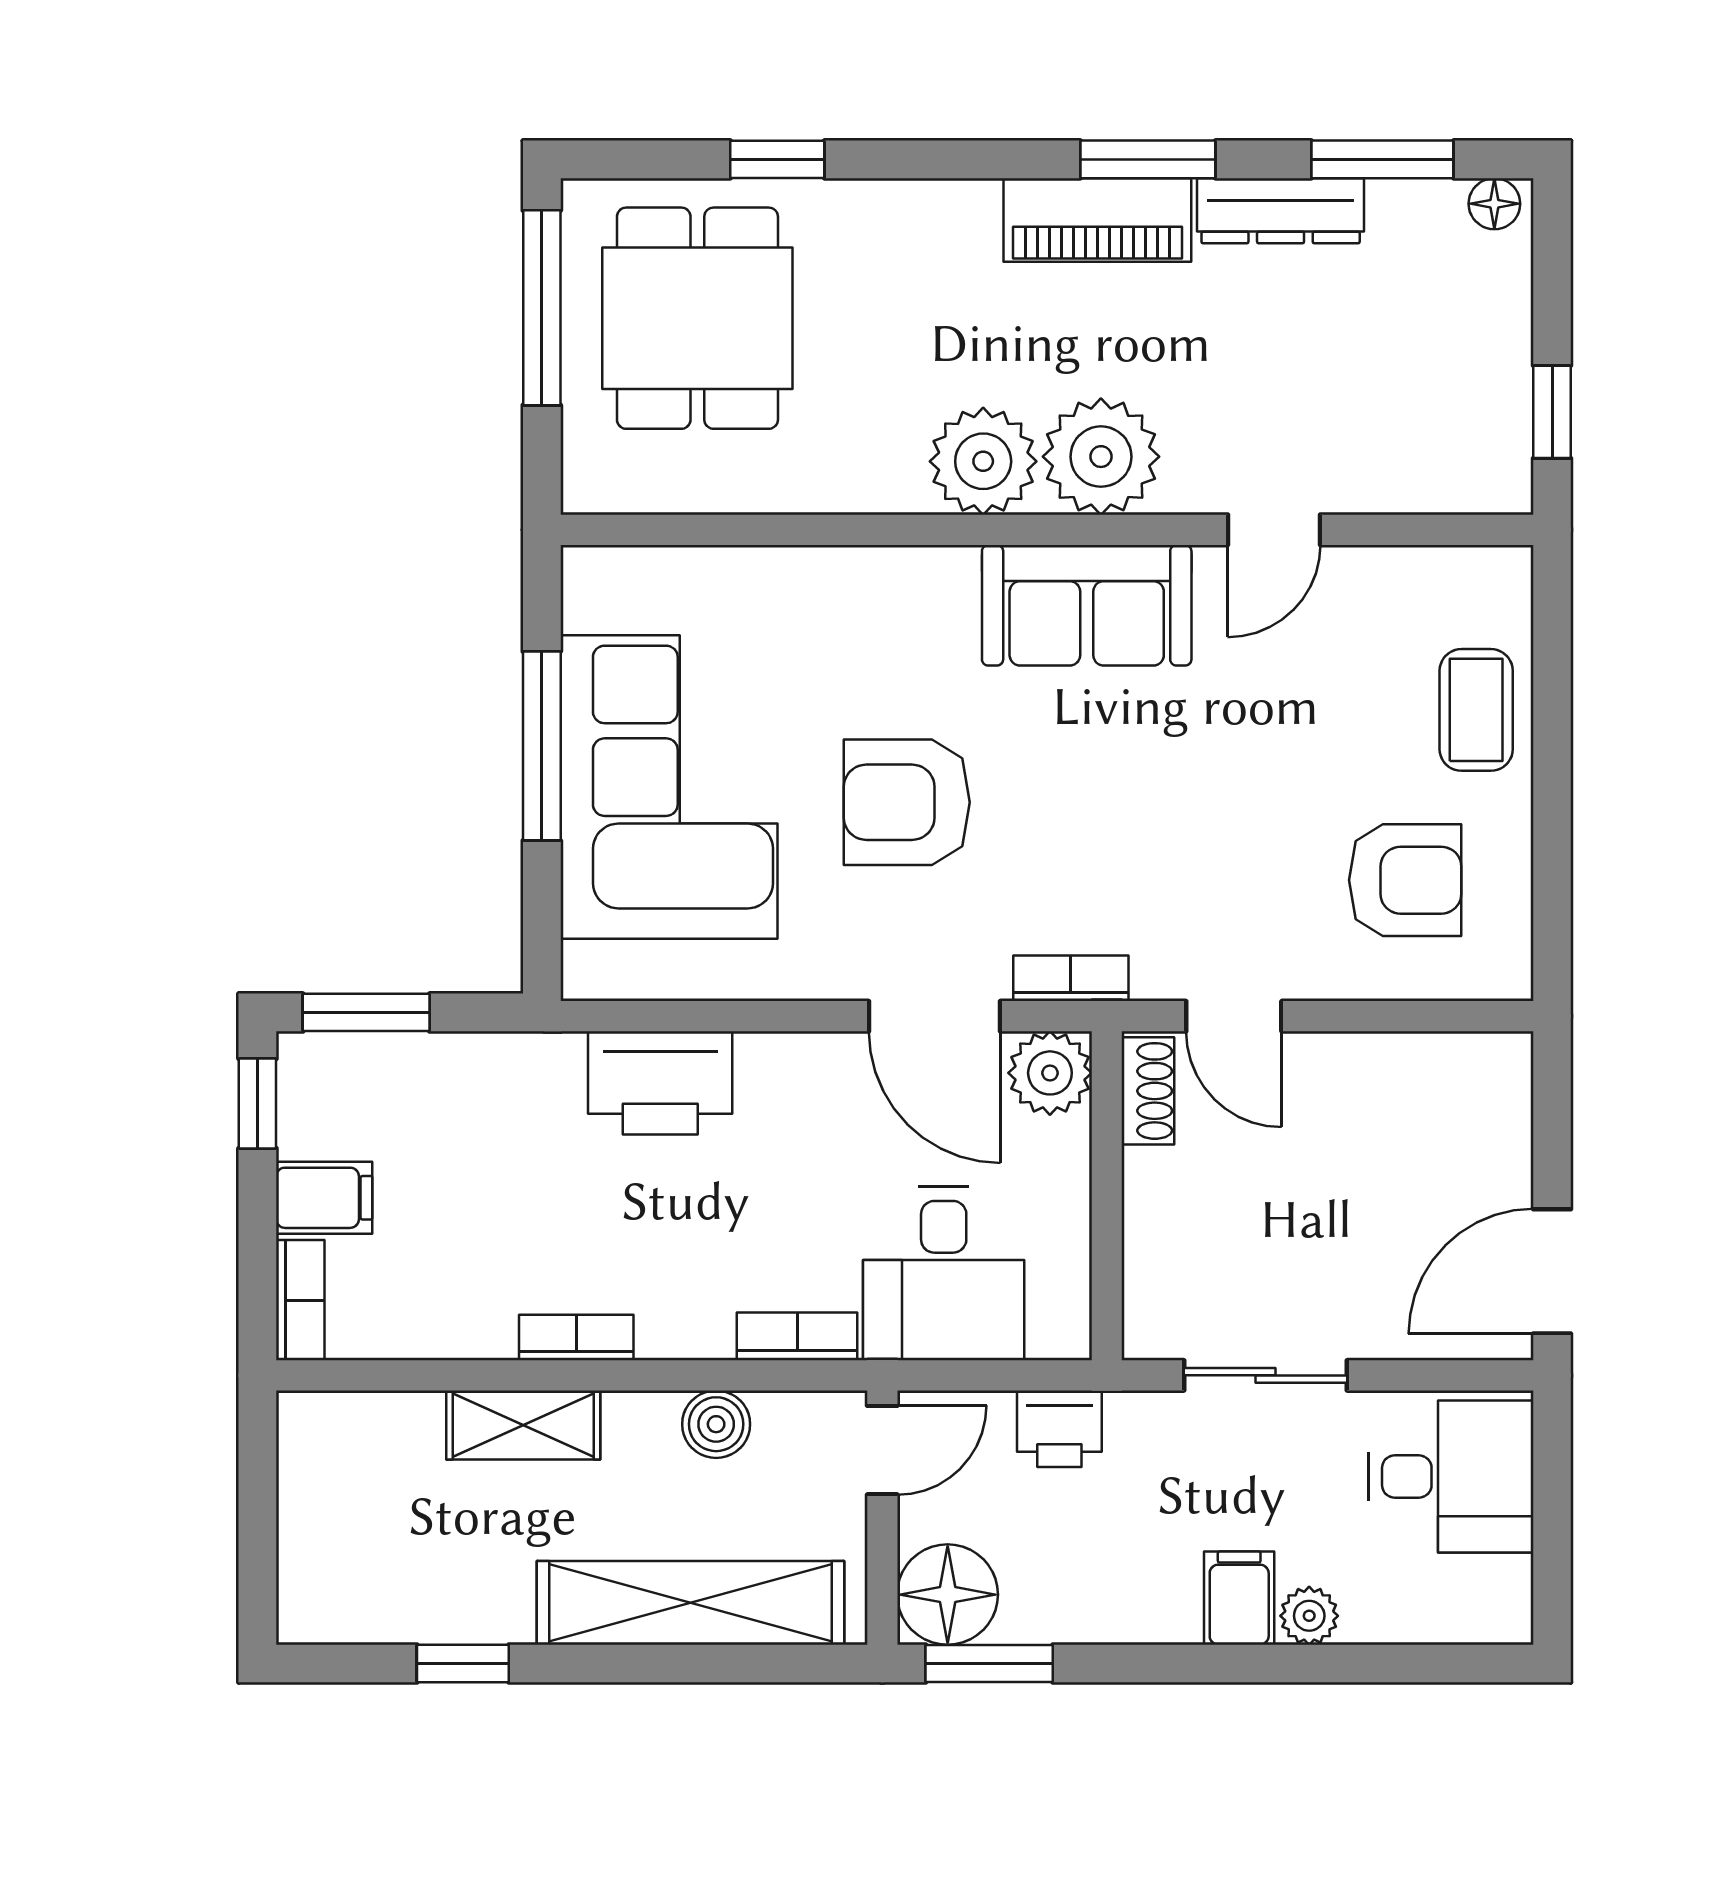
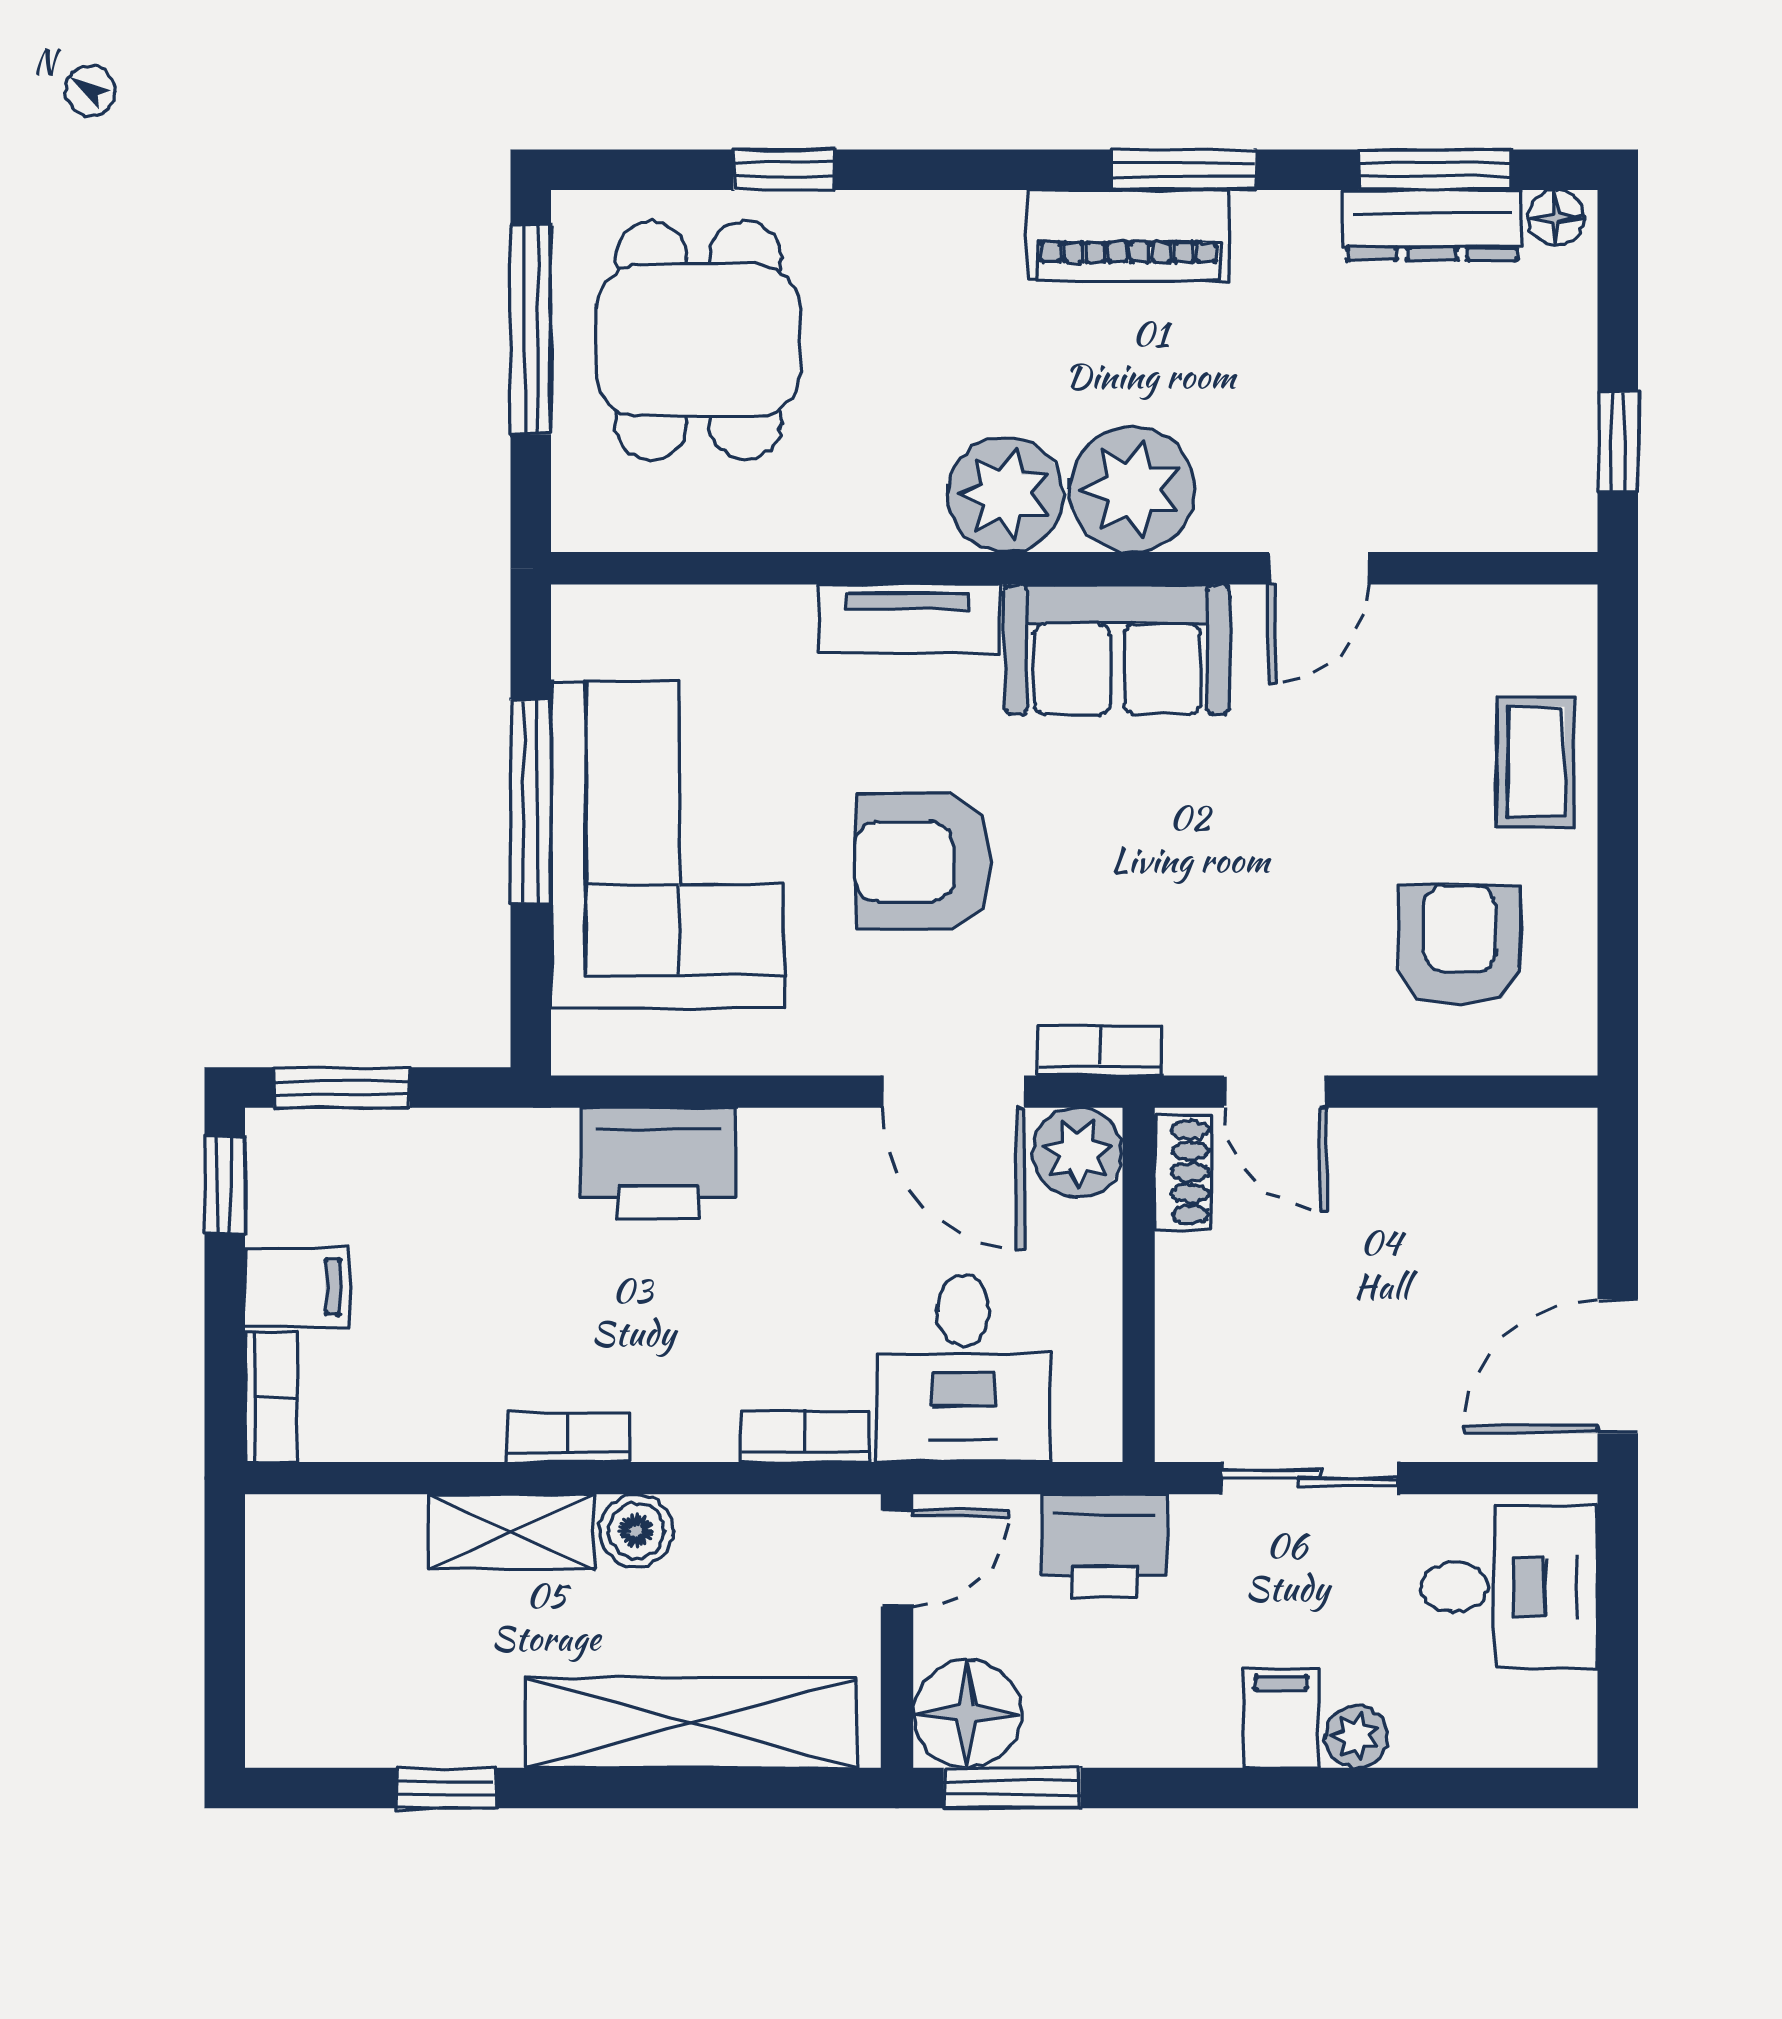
dresser: (1281, 211) -> (1432, 225), moved
tv unit: (893, 577) -> (908, 619), added
armchair: (1405, 880) -> (1460, 945), turned -90
boiler: (716, 1424) -> (636, 1531), moved
printer: (1059, 1429) -> (1104, 1546), width x1.36, depth x1.24

